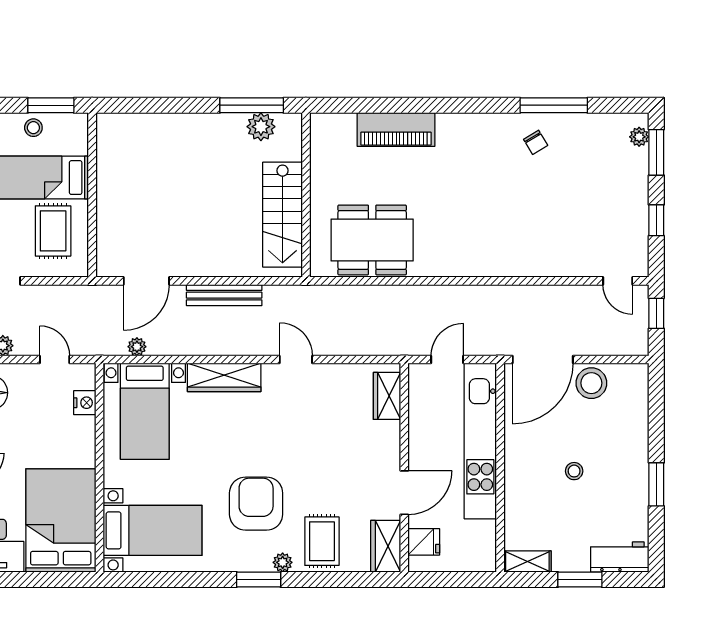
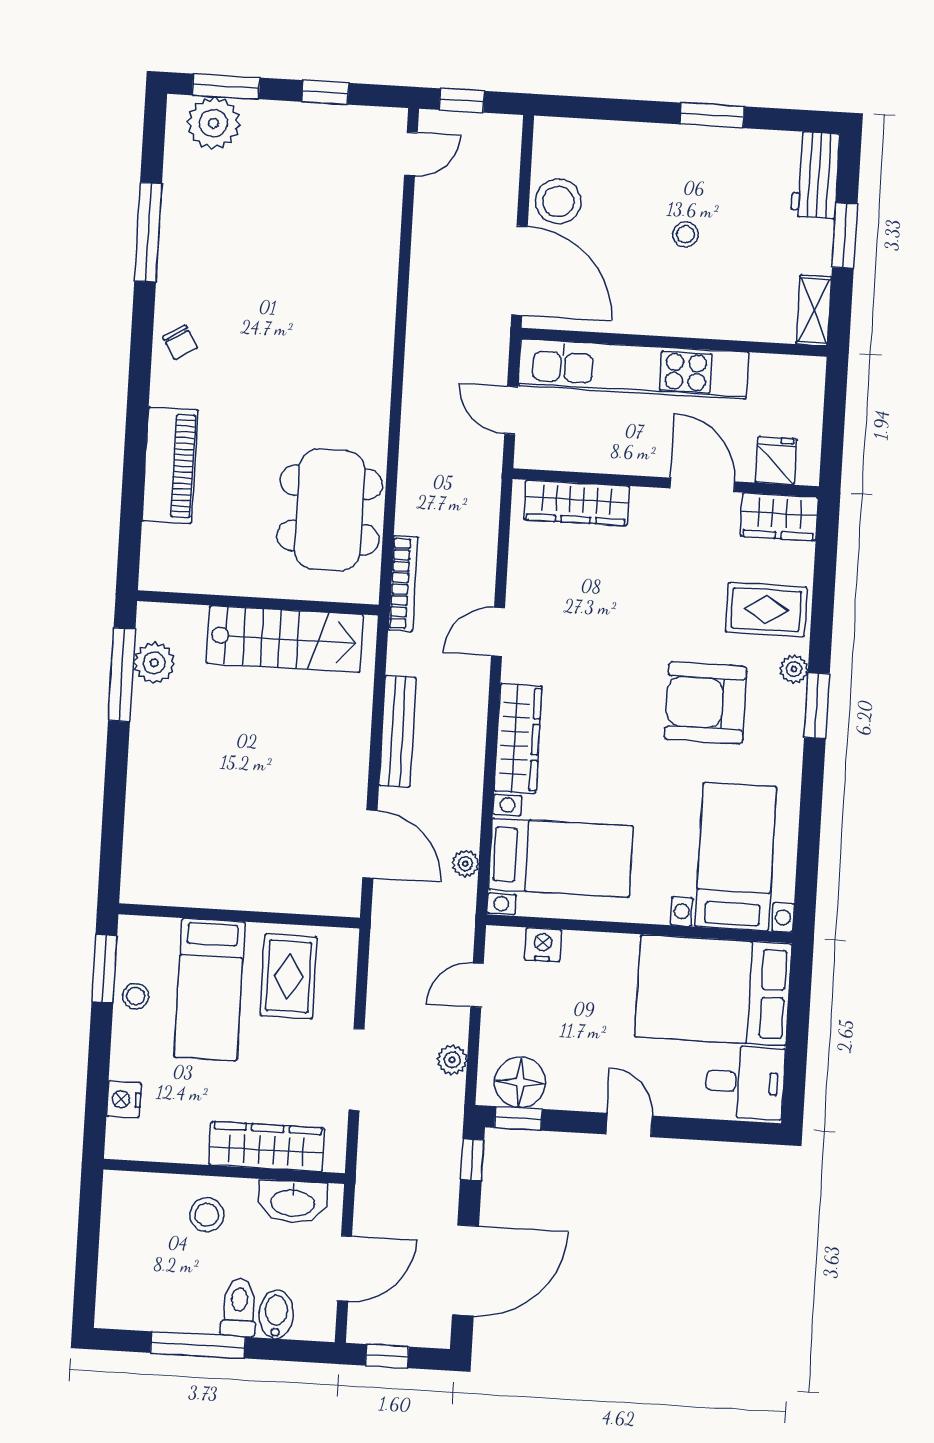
plant: (639, 137) -> (213, 123), width x1.88, depth x1.88
chair: (536, 142) -> (180, 342), moved, turned 90
rug: (53, 231) -> (289, 976), turned 90
bookcase: (325, 293) -> (403, 583), added
wardrobe: (387, 396) -> (577, 503), width x1.50

